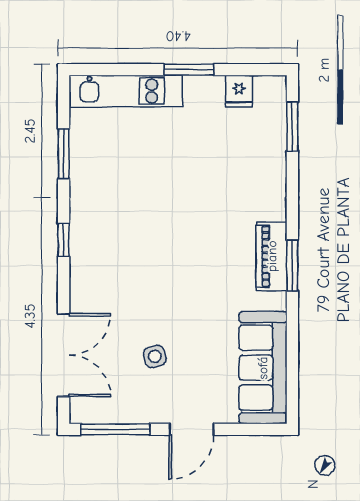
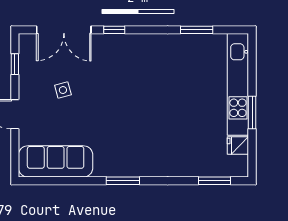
kitchen unit: (126, 91) -> (238, 84), width x1.36
window: (64, 240) -> (114, 30), moved
piano: (272, 256) -> (129, 167), removed
window: (115, 429) -> (15, 64), width x0.46

